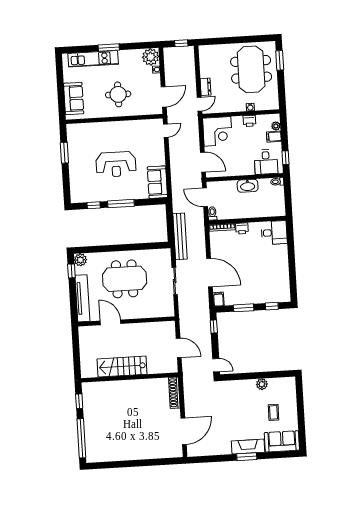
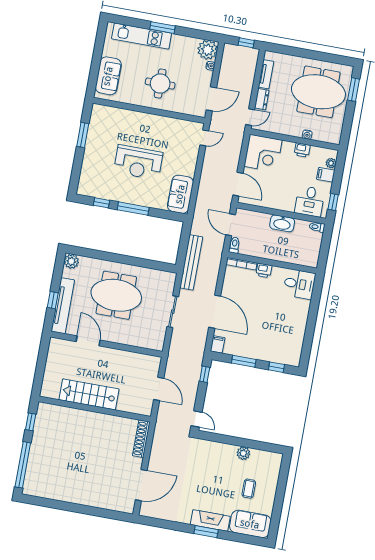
tv unit: (204, 65) -> (266, 74), added
meeting table: (251, 69) -> (318, 92), turned 90
window: (71, 271) -> (53, 300), moved

